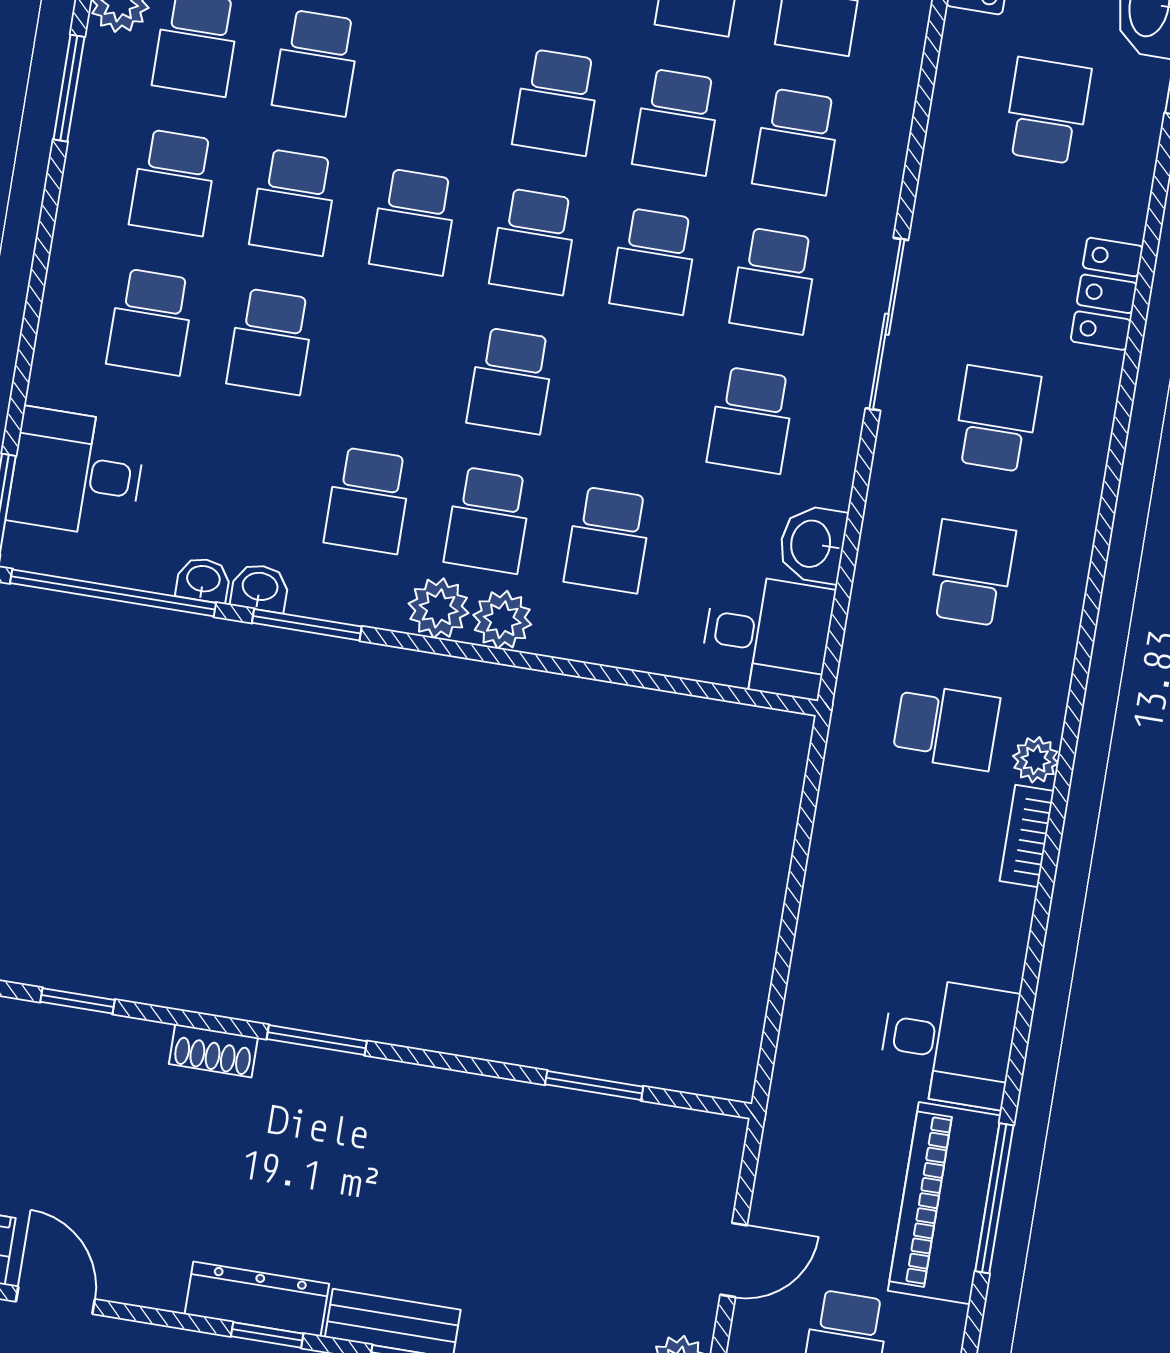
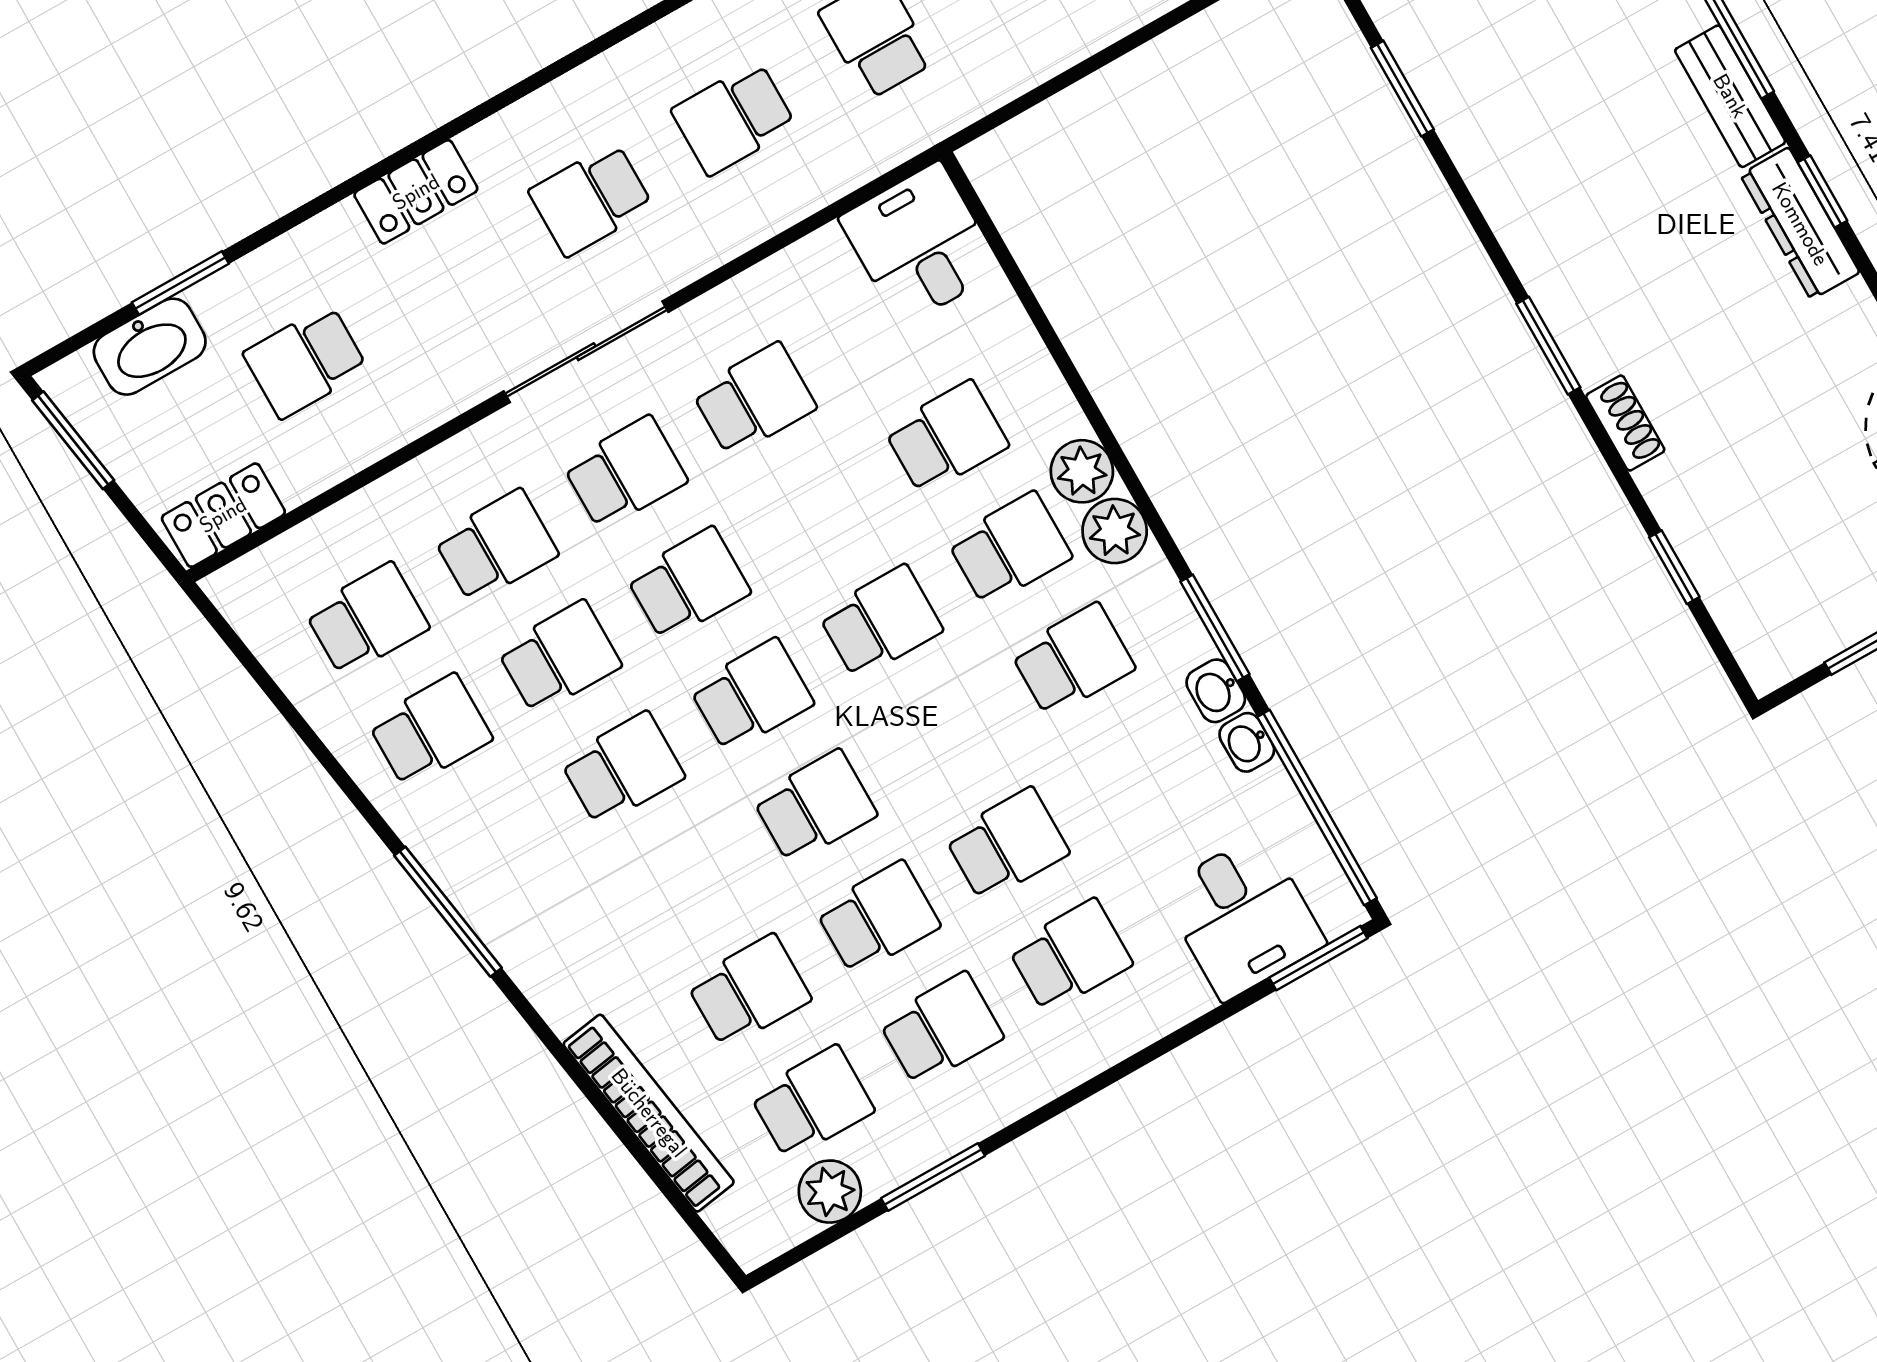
washbasin: (812, 544) -> (815, 267), removed

